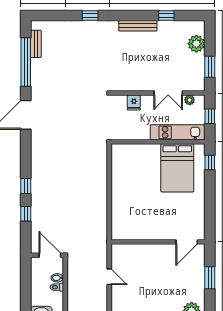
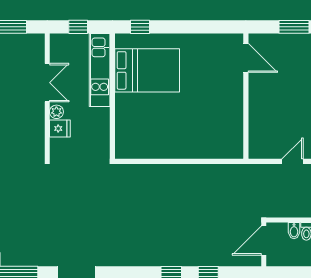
plant: (190, 100) -> (56, 112), moved

